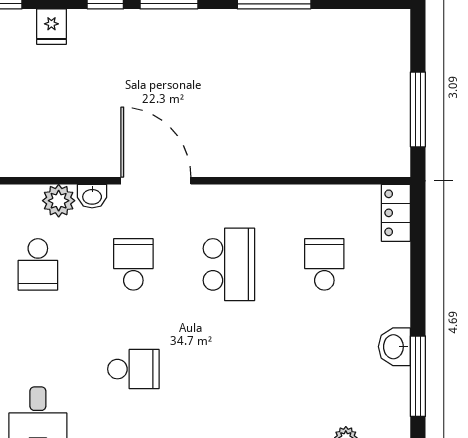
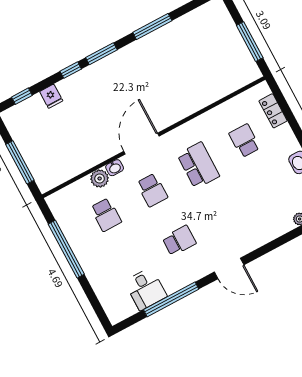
door: (156, 181) -> (141, 144), hinge flipped
locker: (396, 213) -> (273, 111), moved
school desk: (133, 264) -> (152, 190), turned 180

